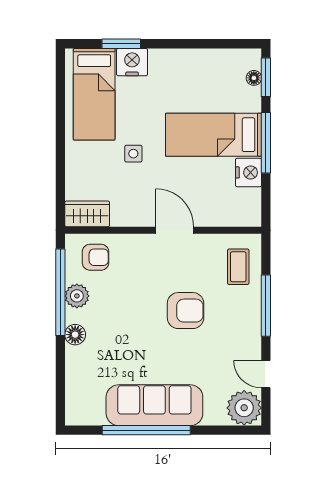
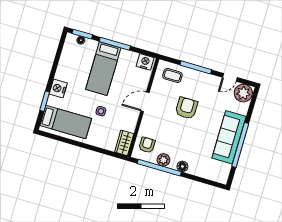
nightstand: (132, 62) -> (58, 88), moved
nightstand: (249, 172) -> (145, 62), moved

